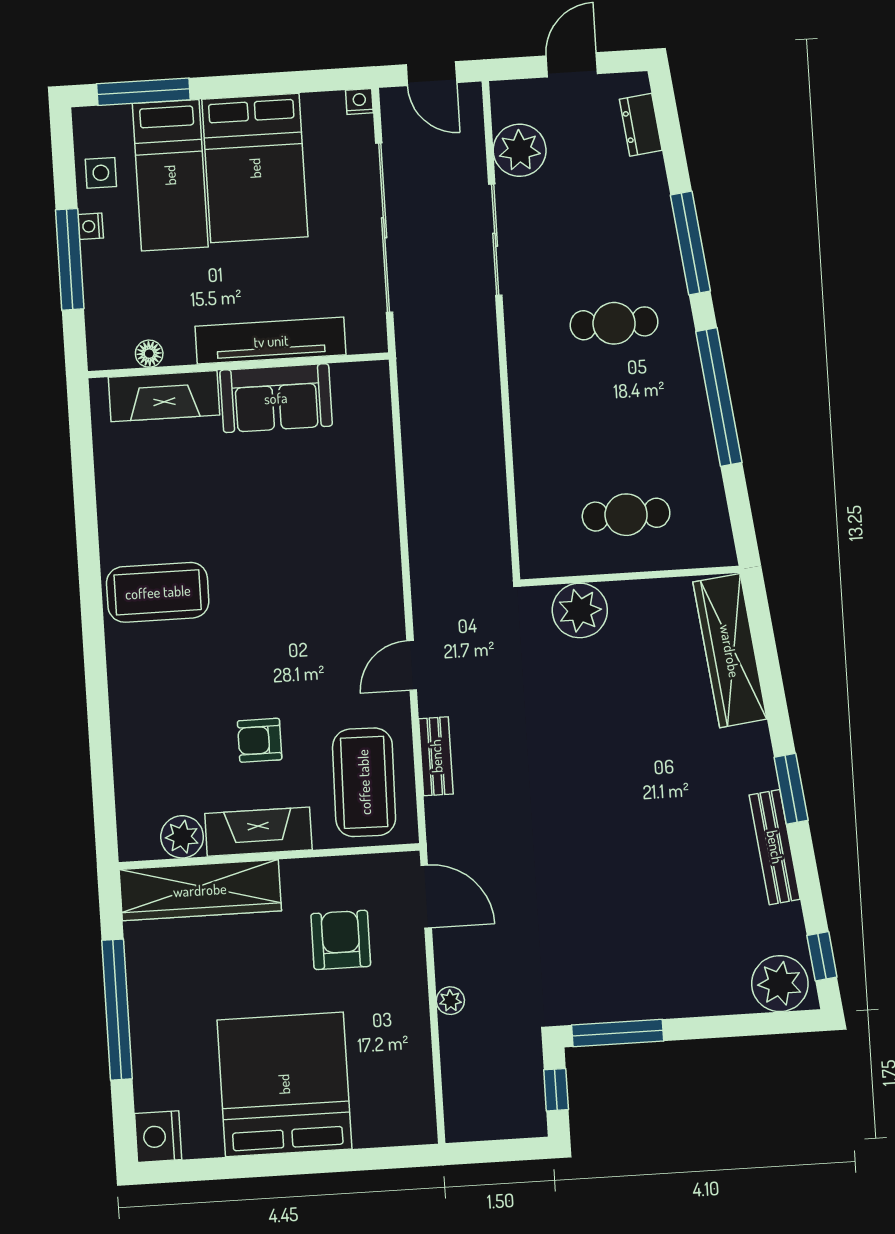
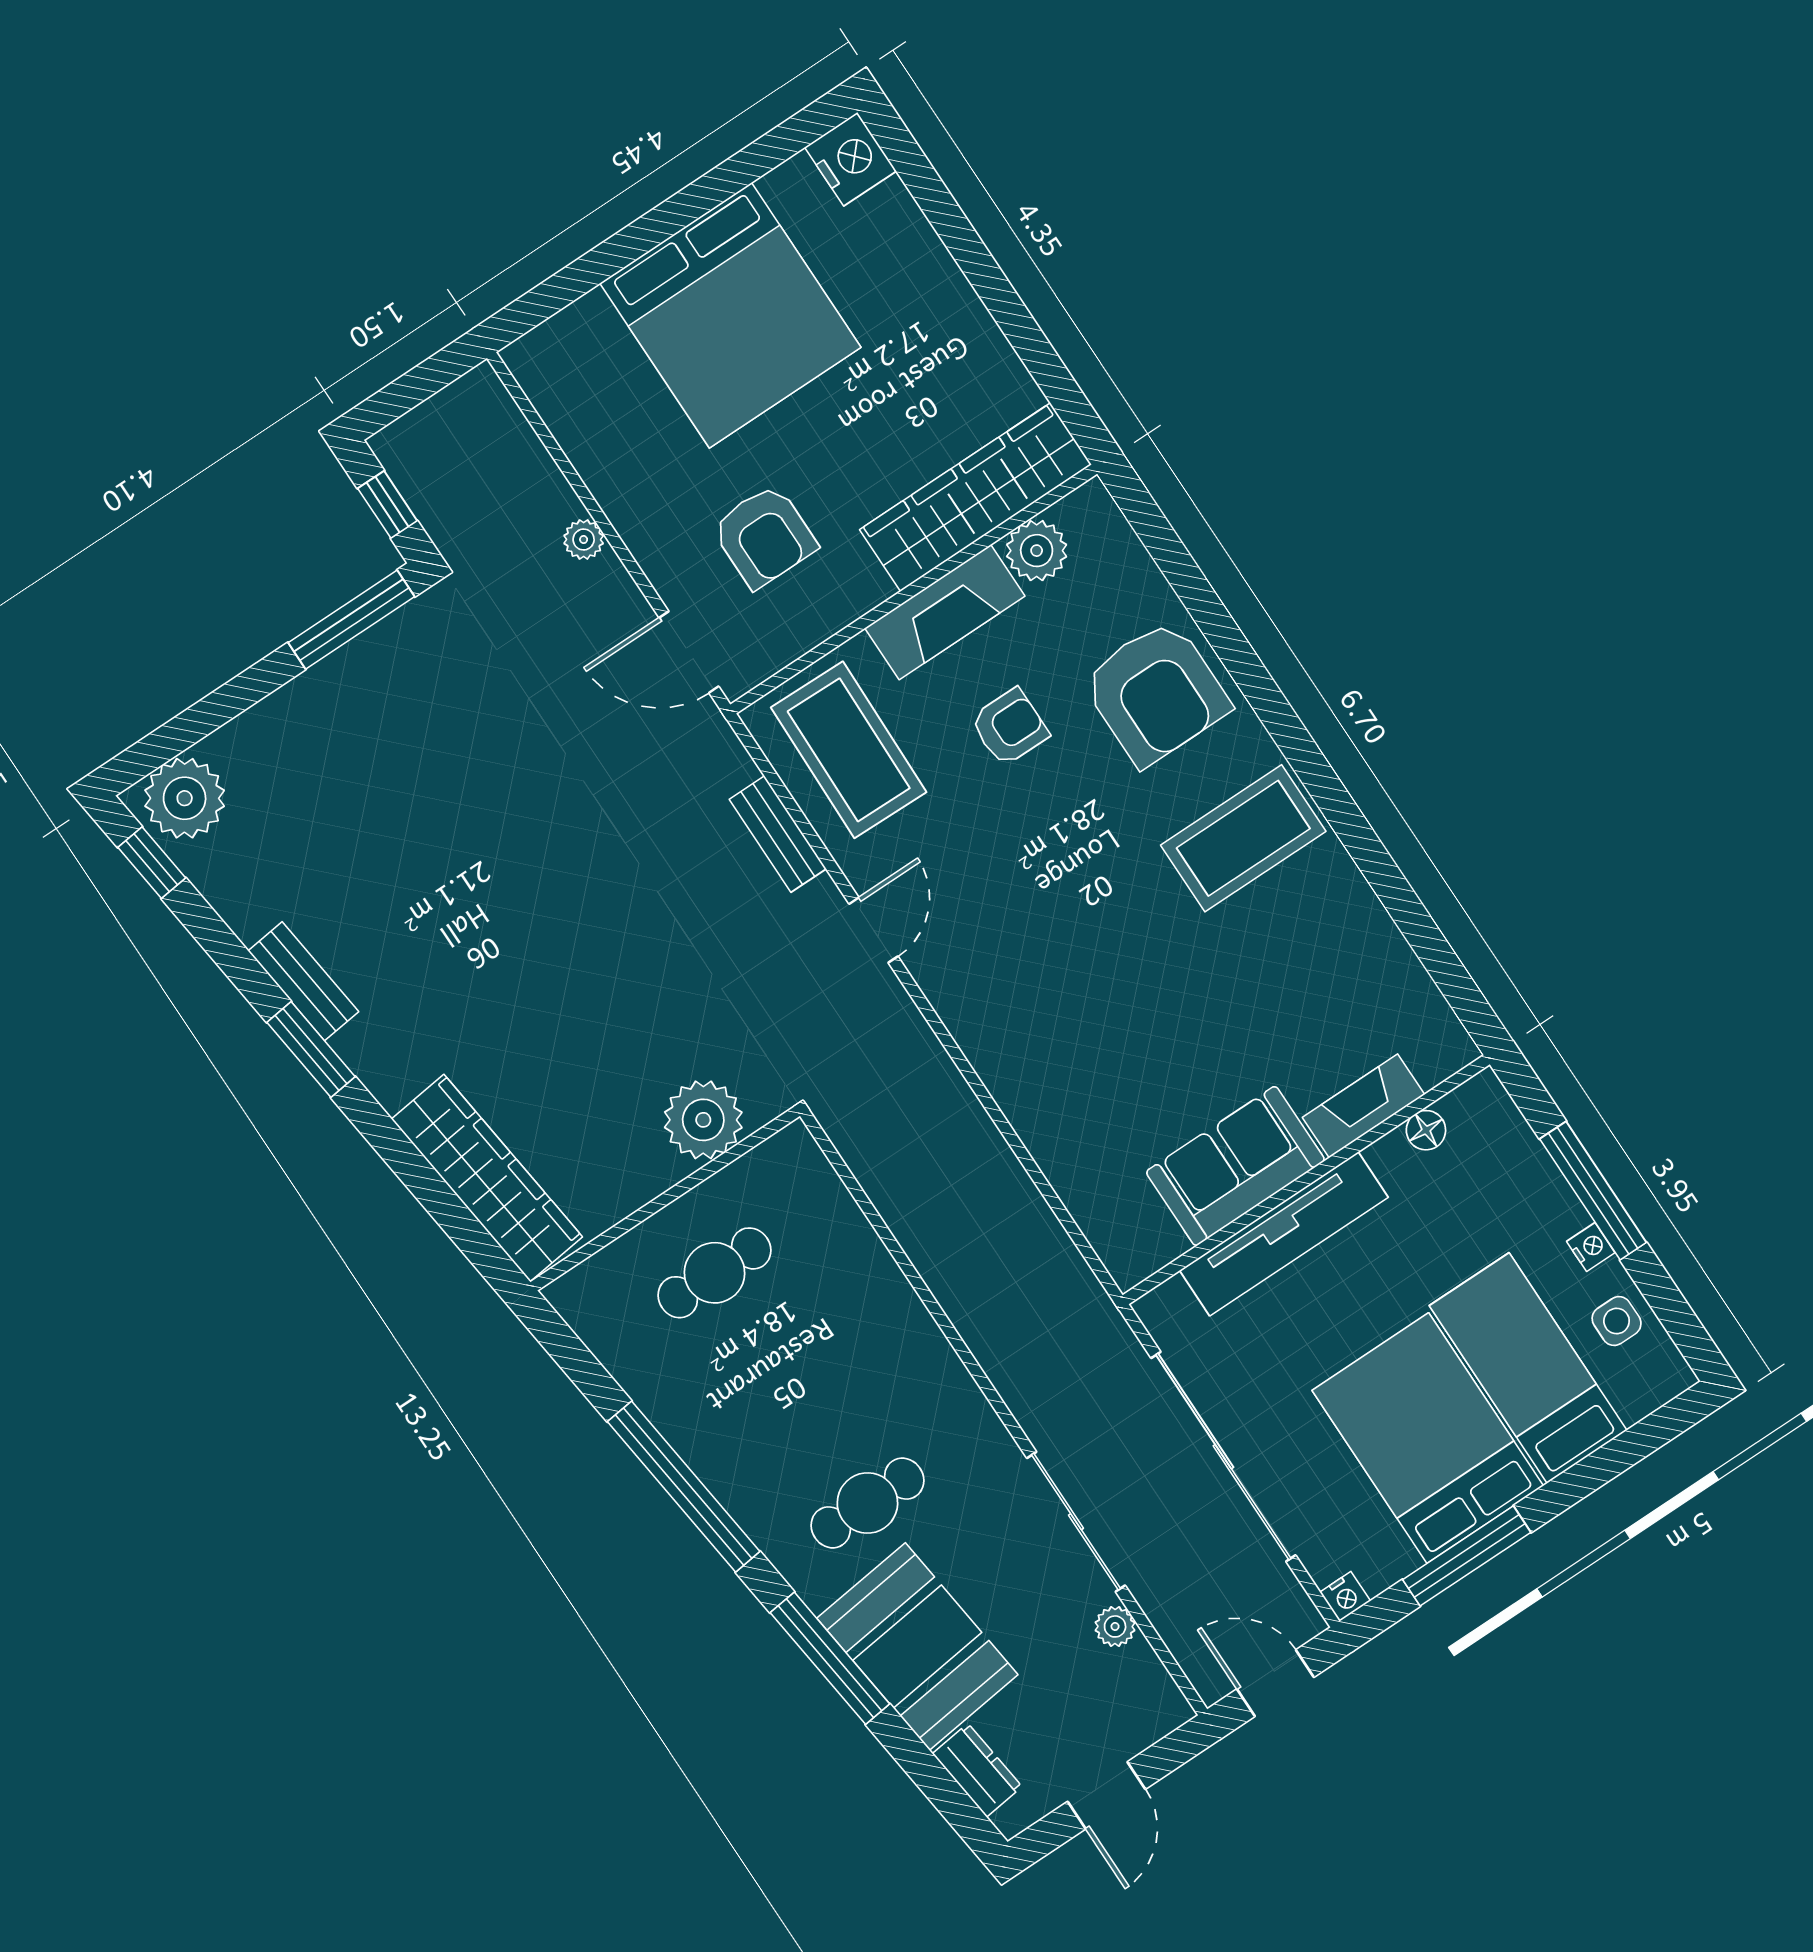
window: (143, 92) -> (1467, 1556), moved
plant: (520, 150) -> (1115, 1626), width x0.53, depth x0.53
booth: (634, 220) -> (917, 1646), added
fireplace: (164, 396) -> (1363, 1106), width x0.73, depth x0.76
armchair: (160, 710) -> (1156, 693), added
bench: (775, 847) -> (303, 981), width x0.73
window: (117, 1010) -> (993, 288), removed

